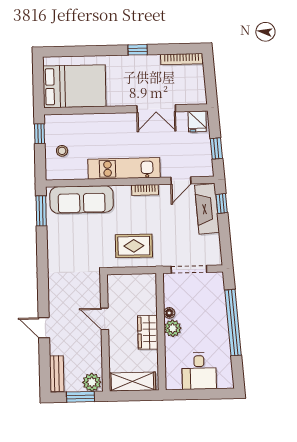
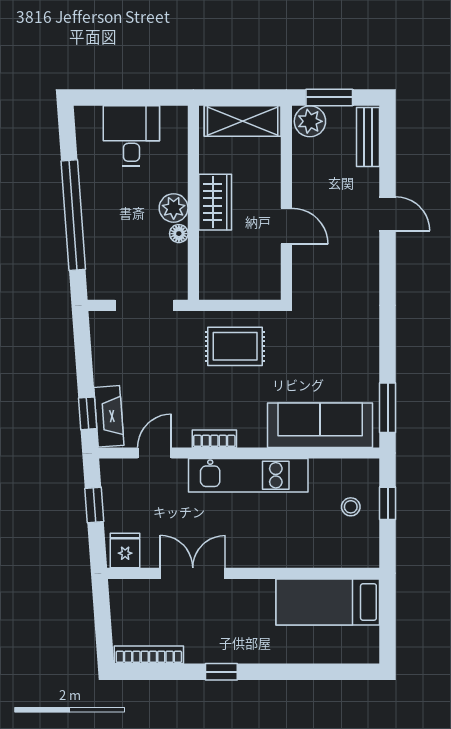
bed: (74, 86) -> (328, 602), width x0.67
window: (39, 134) -> (388, 503), moved
fireplace: (207, 209) -> (109, 416), width x0.73, depth x0.76

